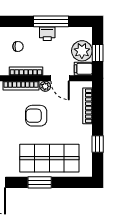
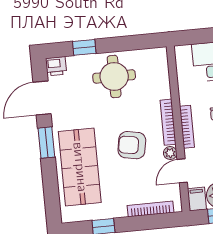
armchair: (36, 116) -> (132, 145), turned -80
window: (40, 182) -> (46, 143), moved

